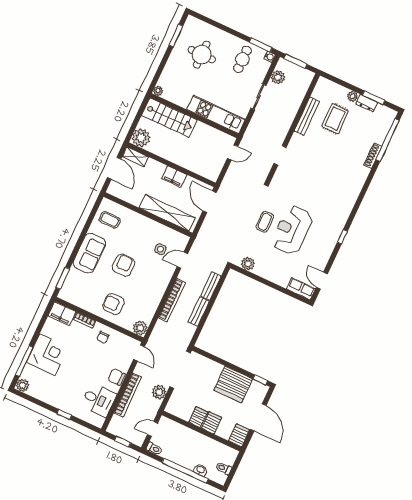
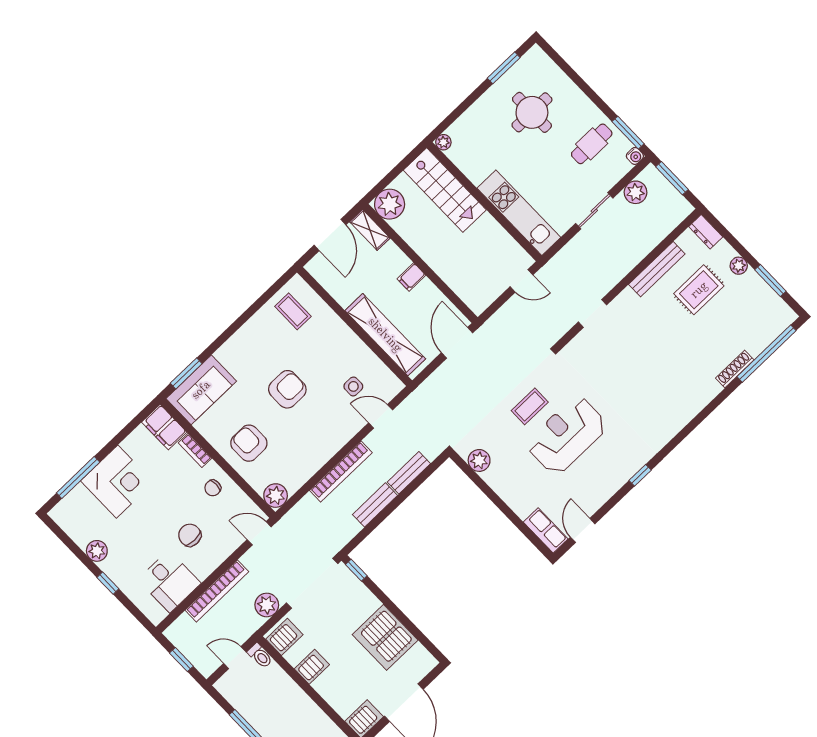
dresser: (367, 103) -> (706, 232), moved
filing cabinet: (174, 177) -> (411, 277), width x0.50
sofa: (89, 253) -> (201, 390), moved
door: (139, 353) -> (259, 533), swing flipped
chair: (117, 377) -> (190, 535), moved
window: (260, 380) -> (356, 570), moved
plant: (23, 385) -> (97, 551), moved
server rack: (211, 423) -> (284, 637), moved
toilet: (154, 449) -> (260, 656), moved

